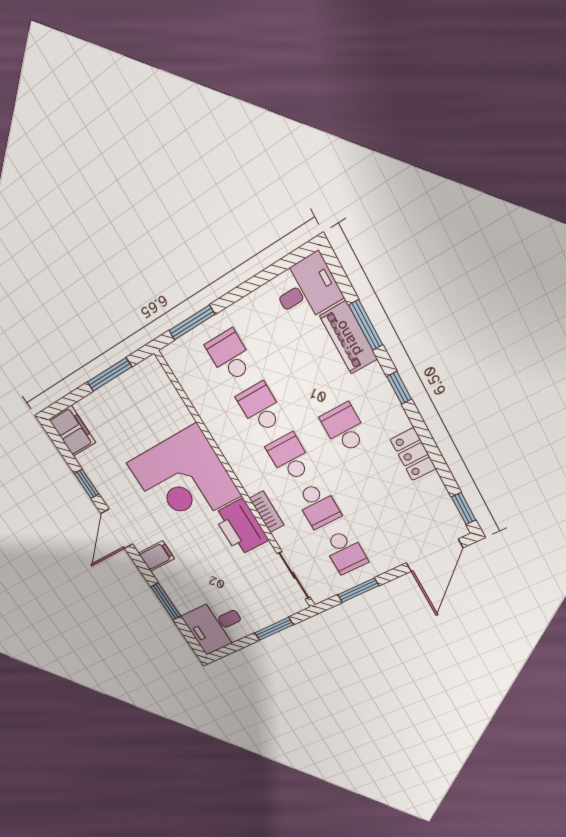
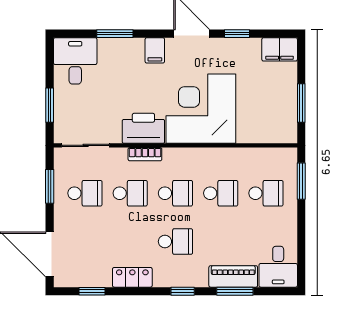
school desk: (318, 505) -> (130, 193), turned 180
window: (464, 508) -> (92, 291), moved
school desk: (345, 552) -> (85, 193), turned 180

